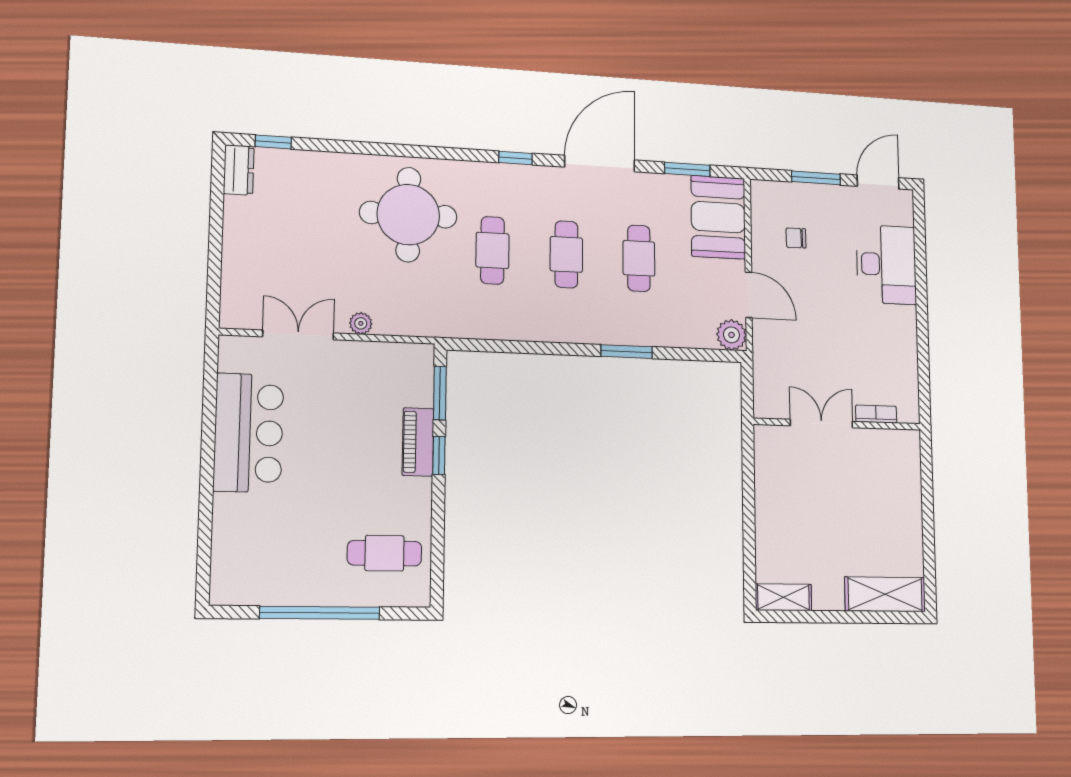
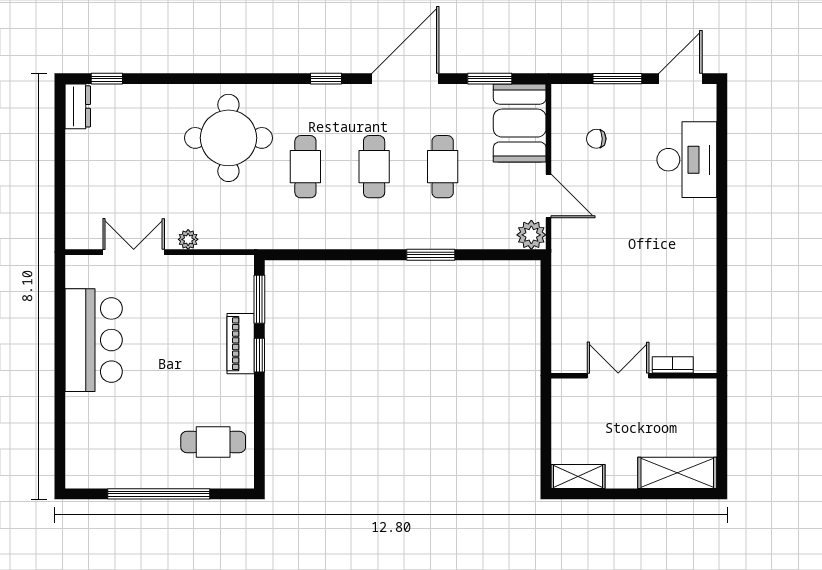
bookcase: (876, 414) -> (673, 365), moved
double door: (821, 424) -> (618, 376), moved
wall: (838, 424) -> (634, 376), moved

